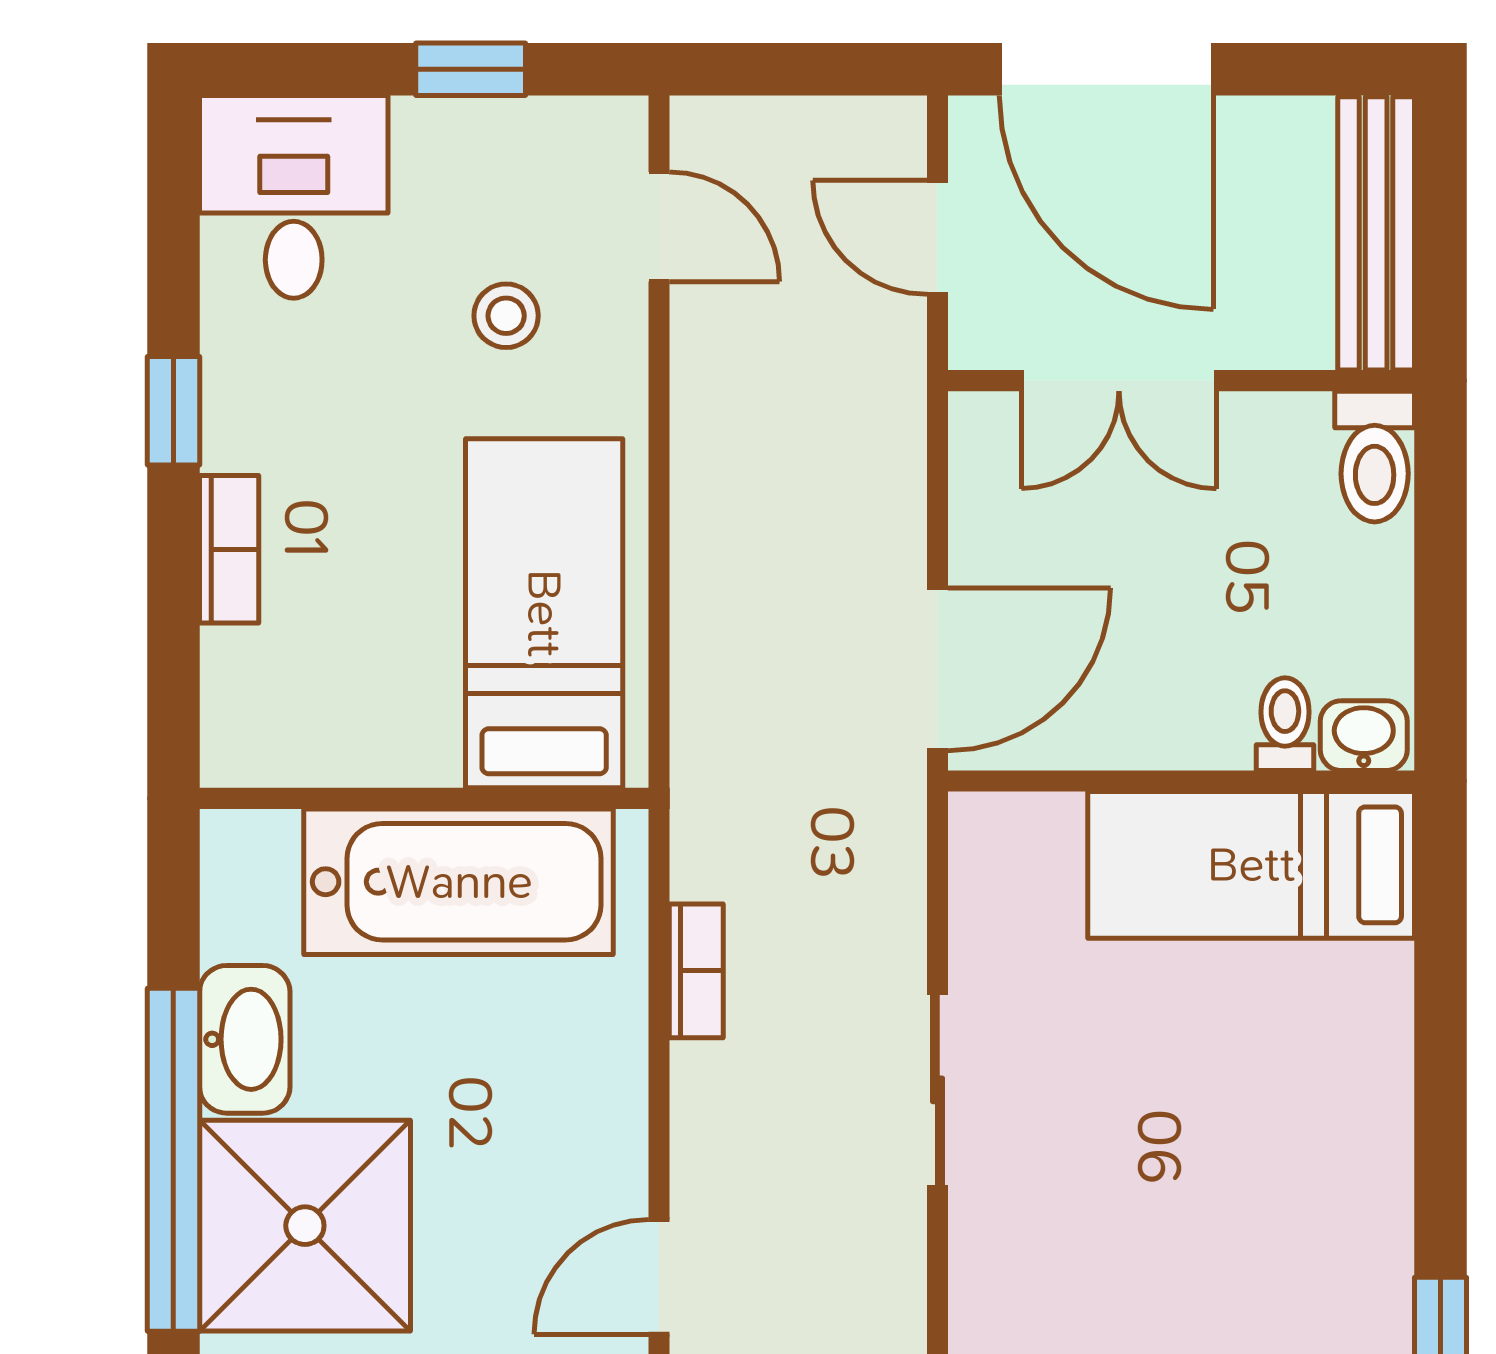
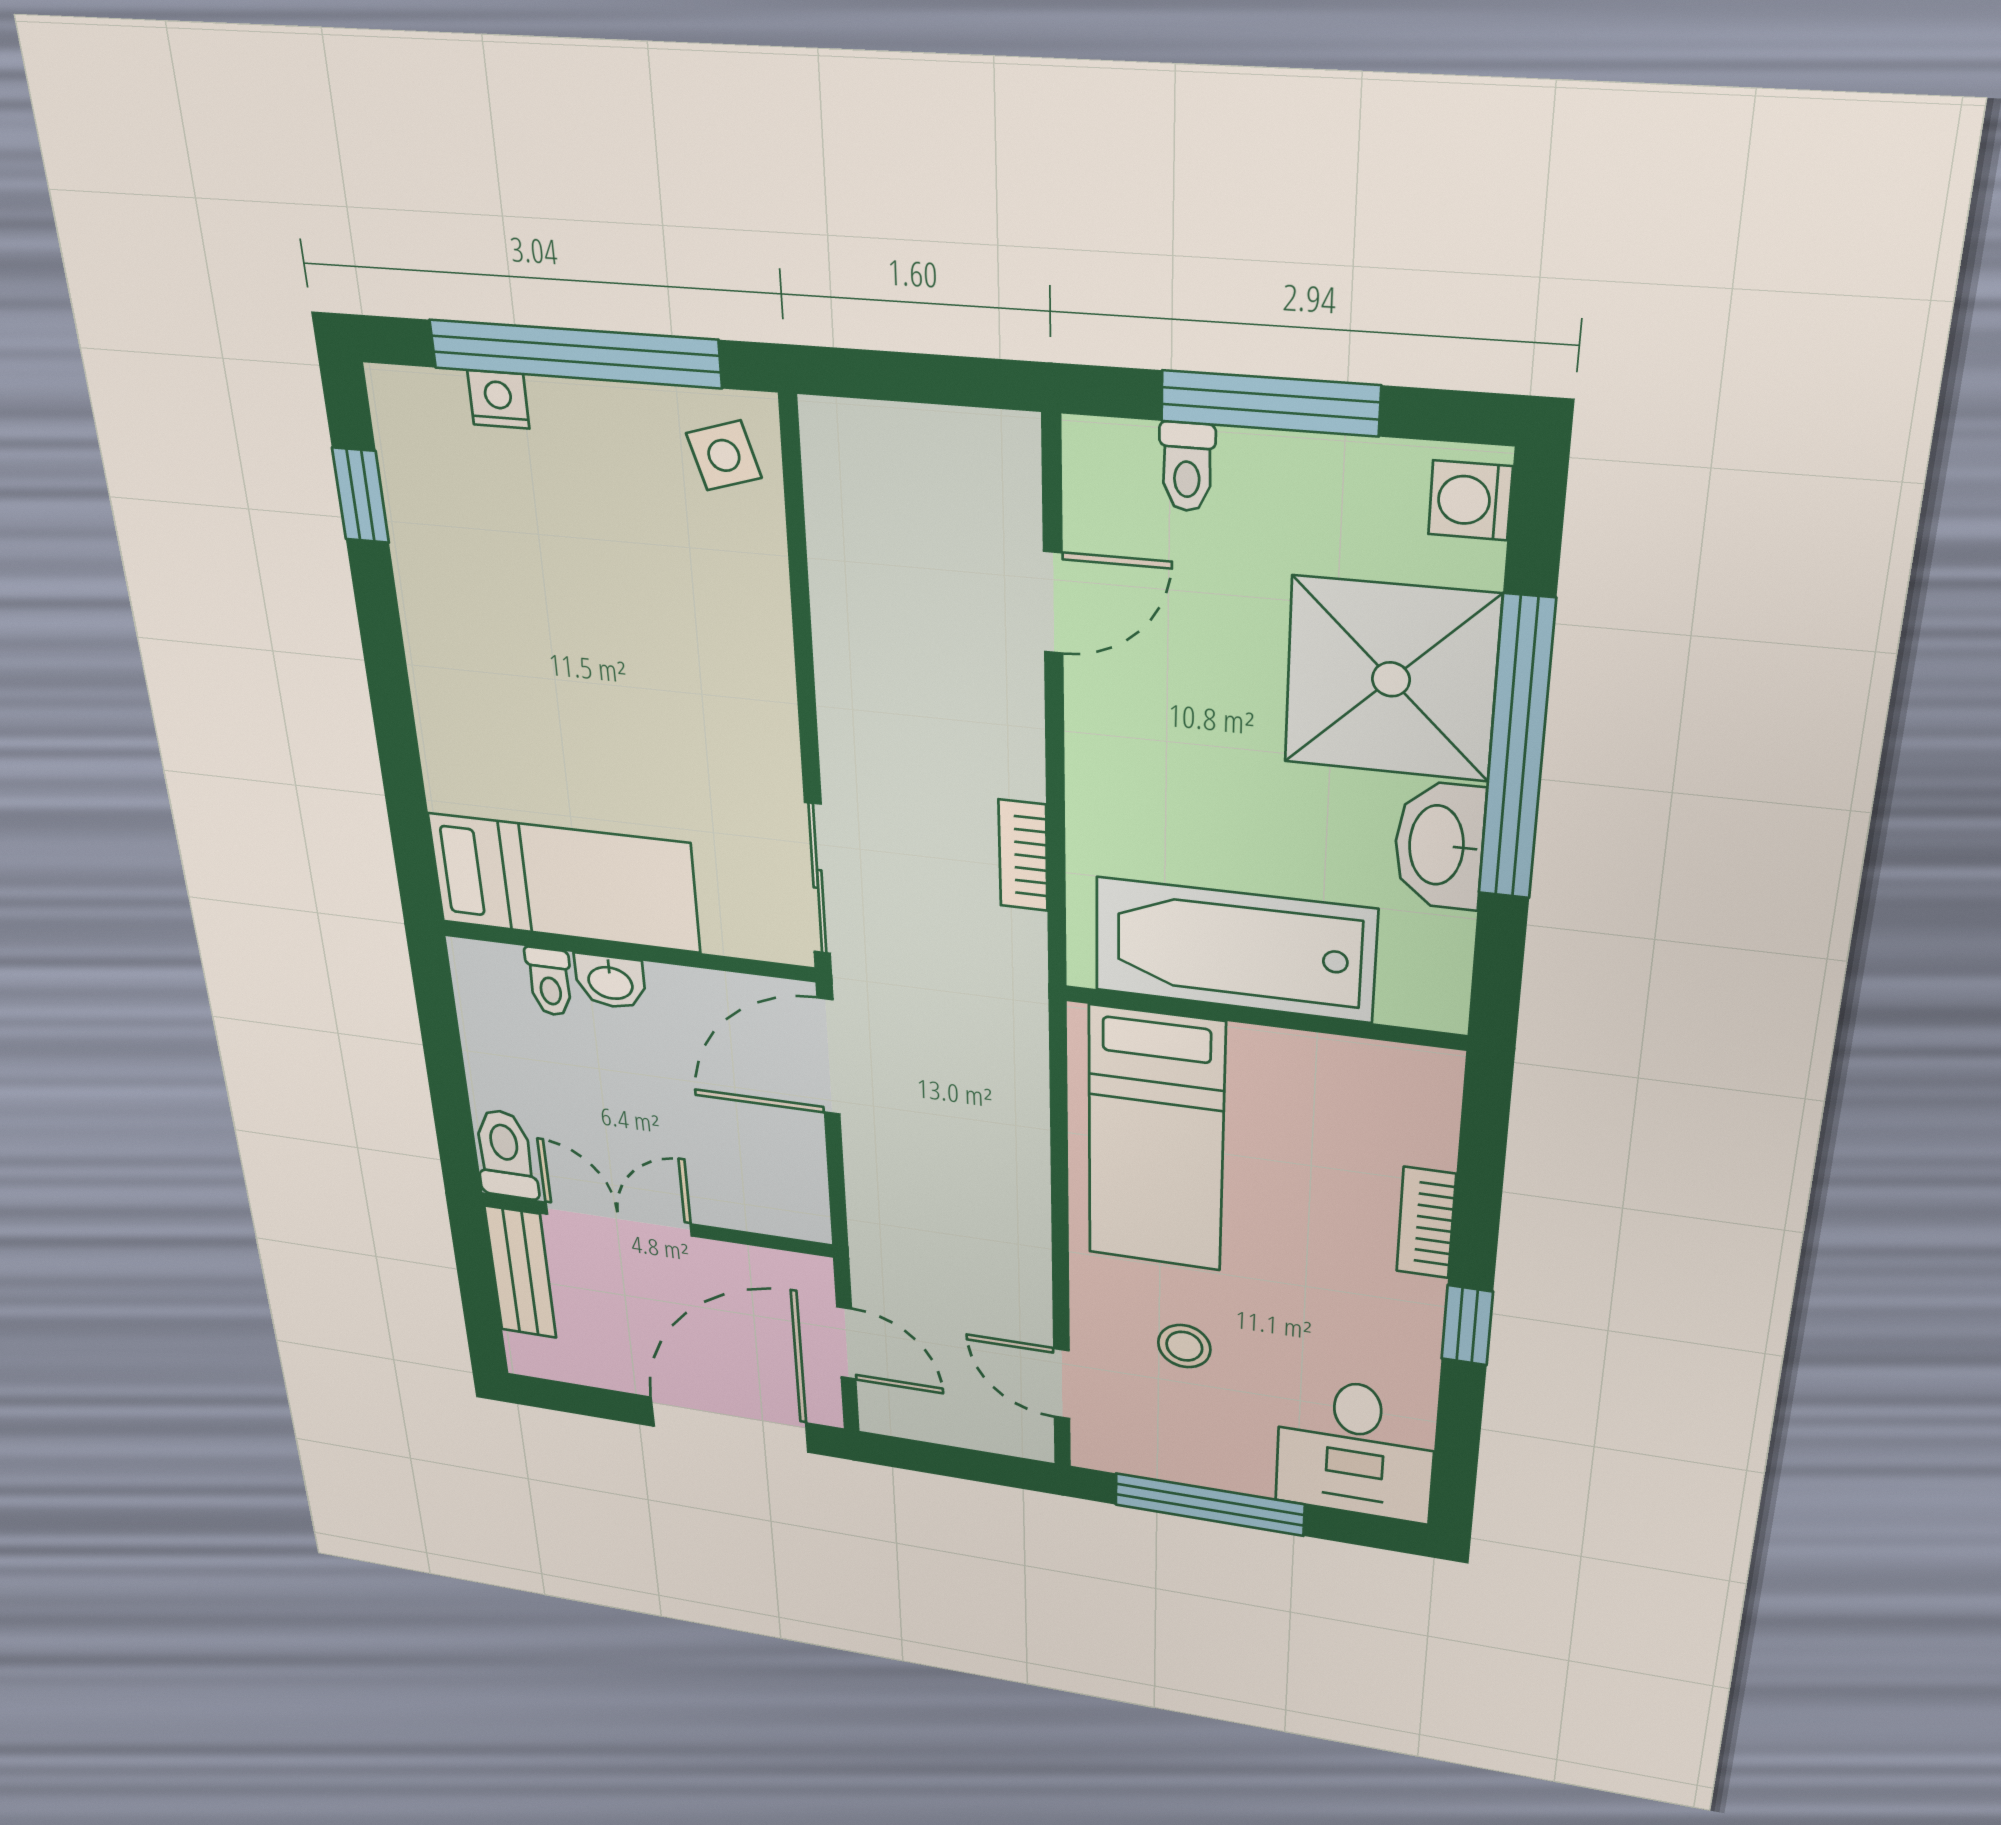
window: (471, 69) -> (1209, 1504), width x2.17
door: (1106, 69) -> (729, 1425), hinge flipped
bench: (1376, 233) -> (521, 1272), width x0.73
double door: (1119, 381) -> (618, 1219), moved
washbasin: (1364, 736) -> (610, 982), moved
sliding door: (937, 1090) -> (818, 879), moved

